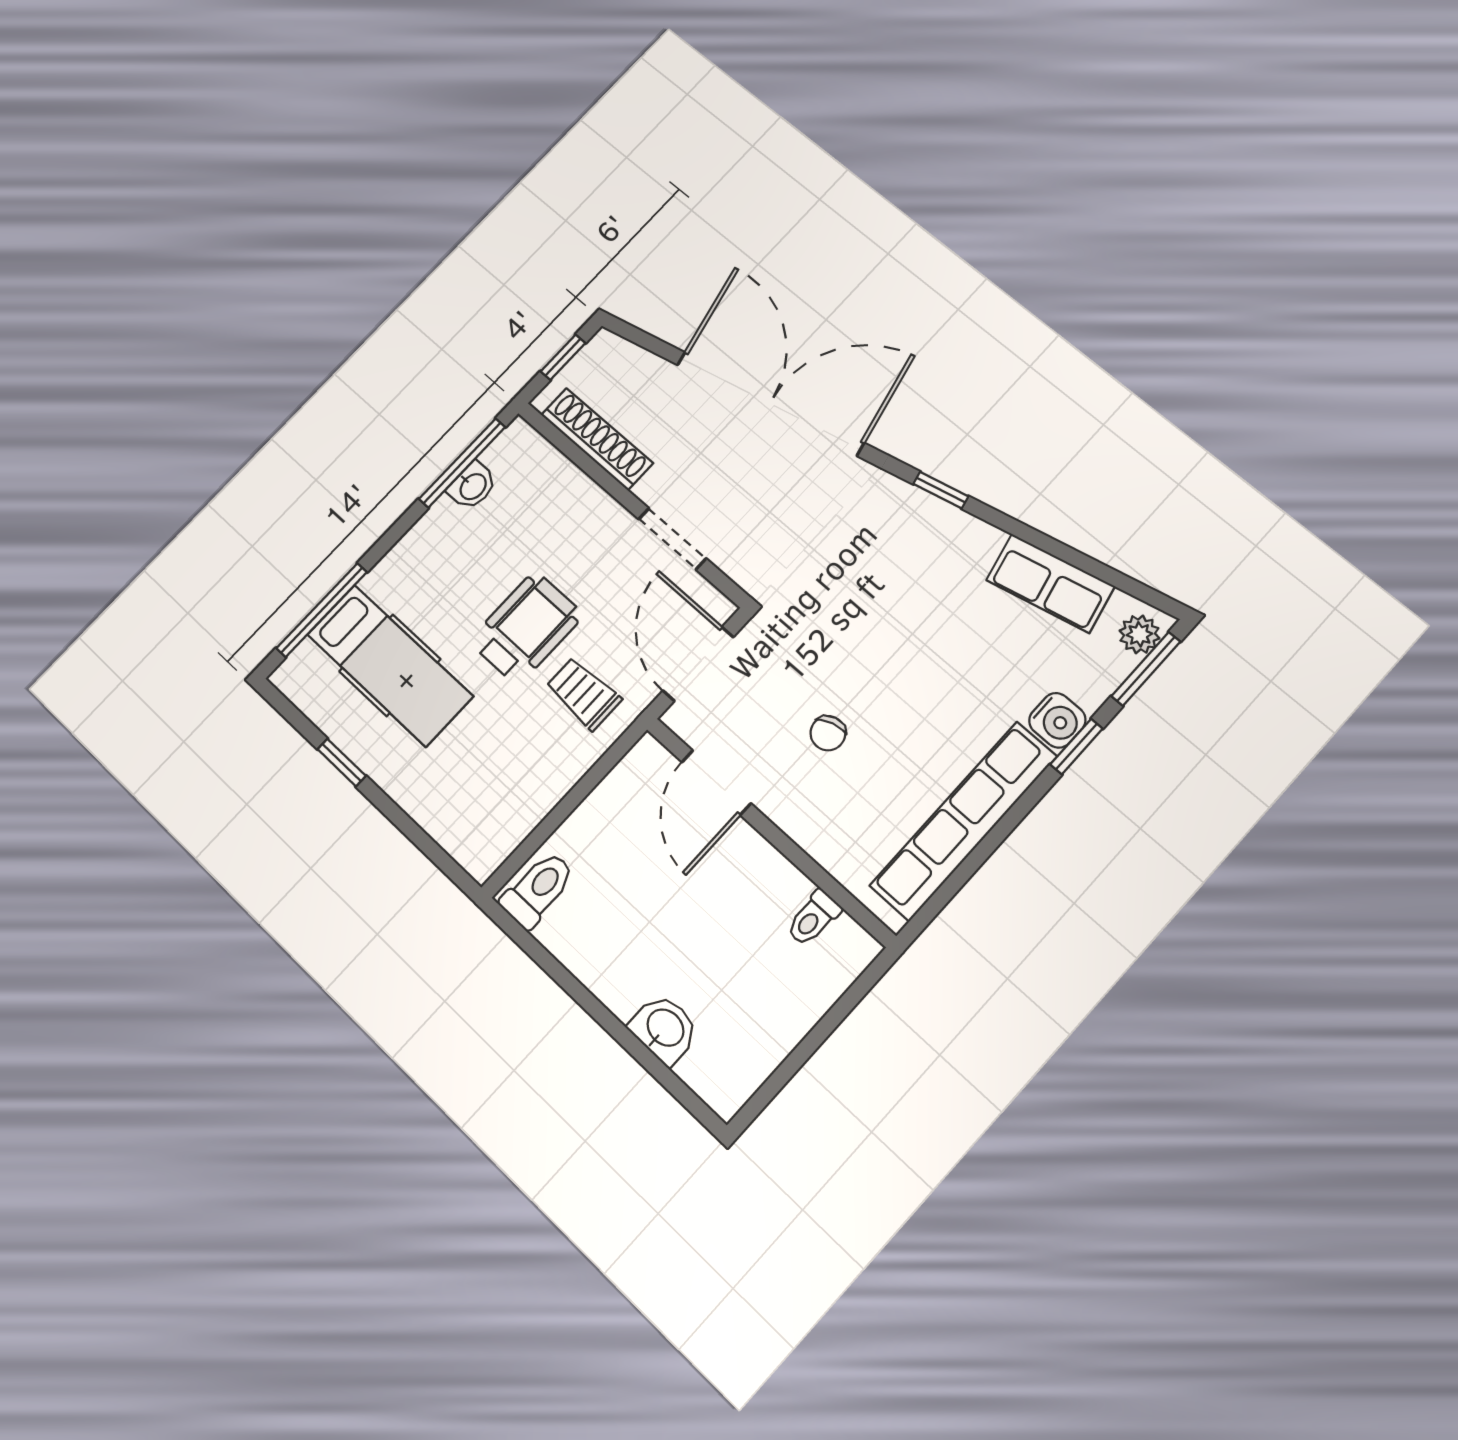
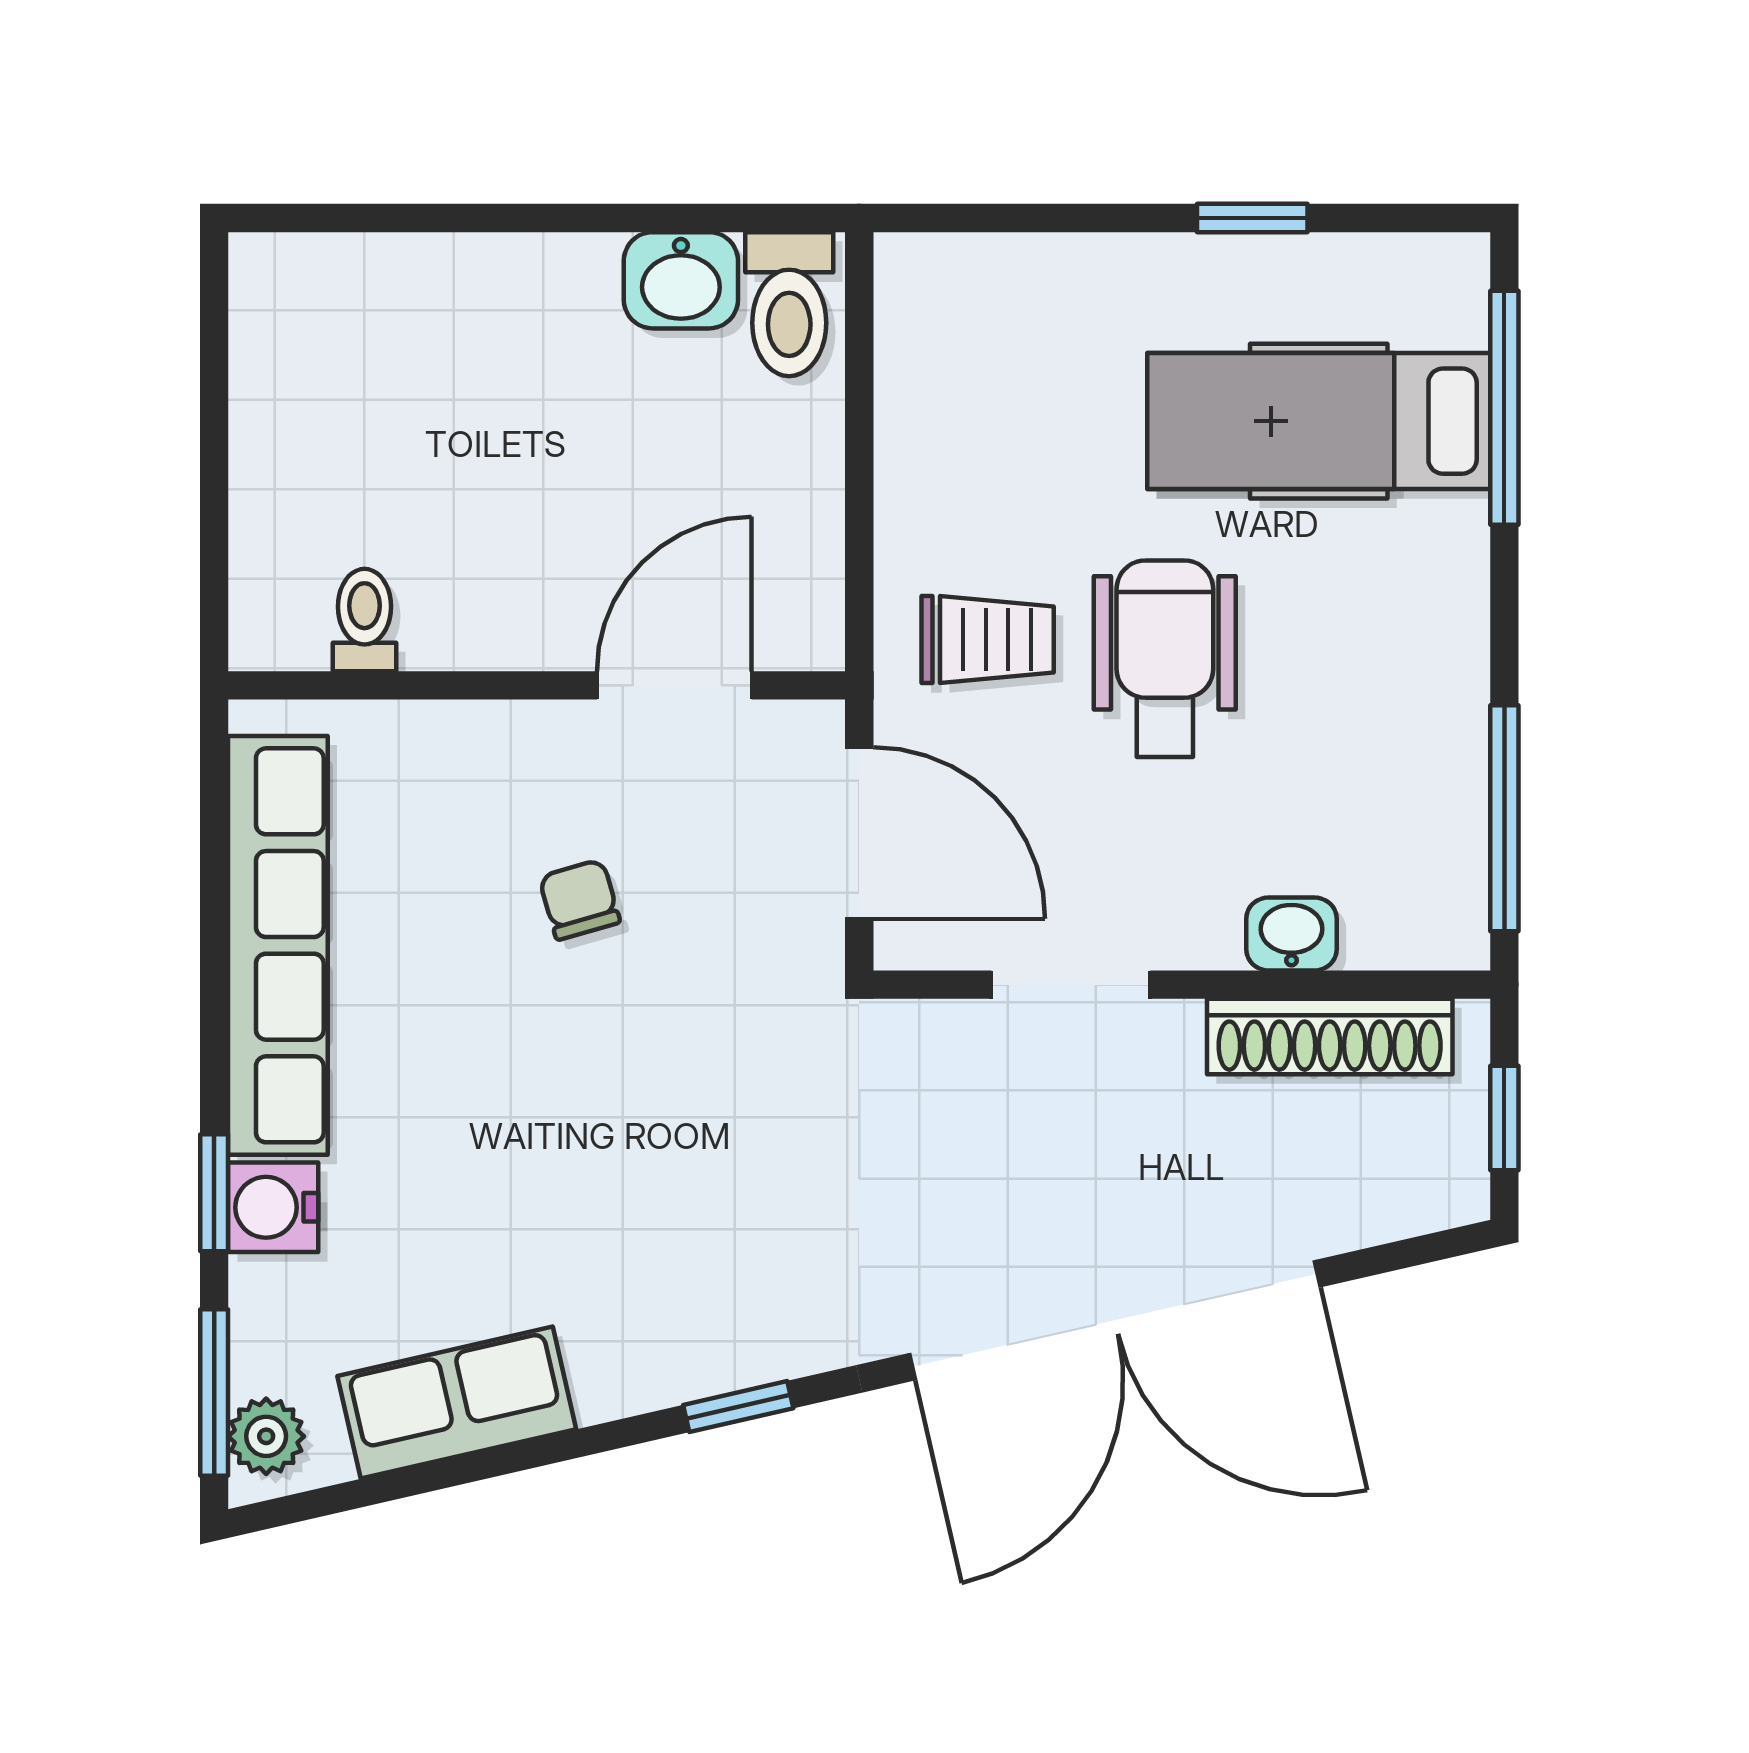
washbasin: (472, 486) -> (1291, 934), moved, turned 90
wheelchair: (526, 628) -> (1165, 659), turned 180
door: (716, 783) -> (674, 685), hinge flipped
washbasin: (664, 1029) -> (681, 280), moved

